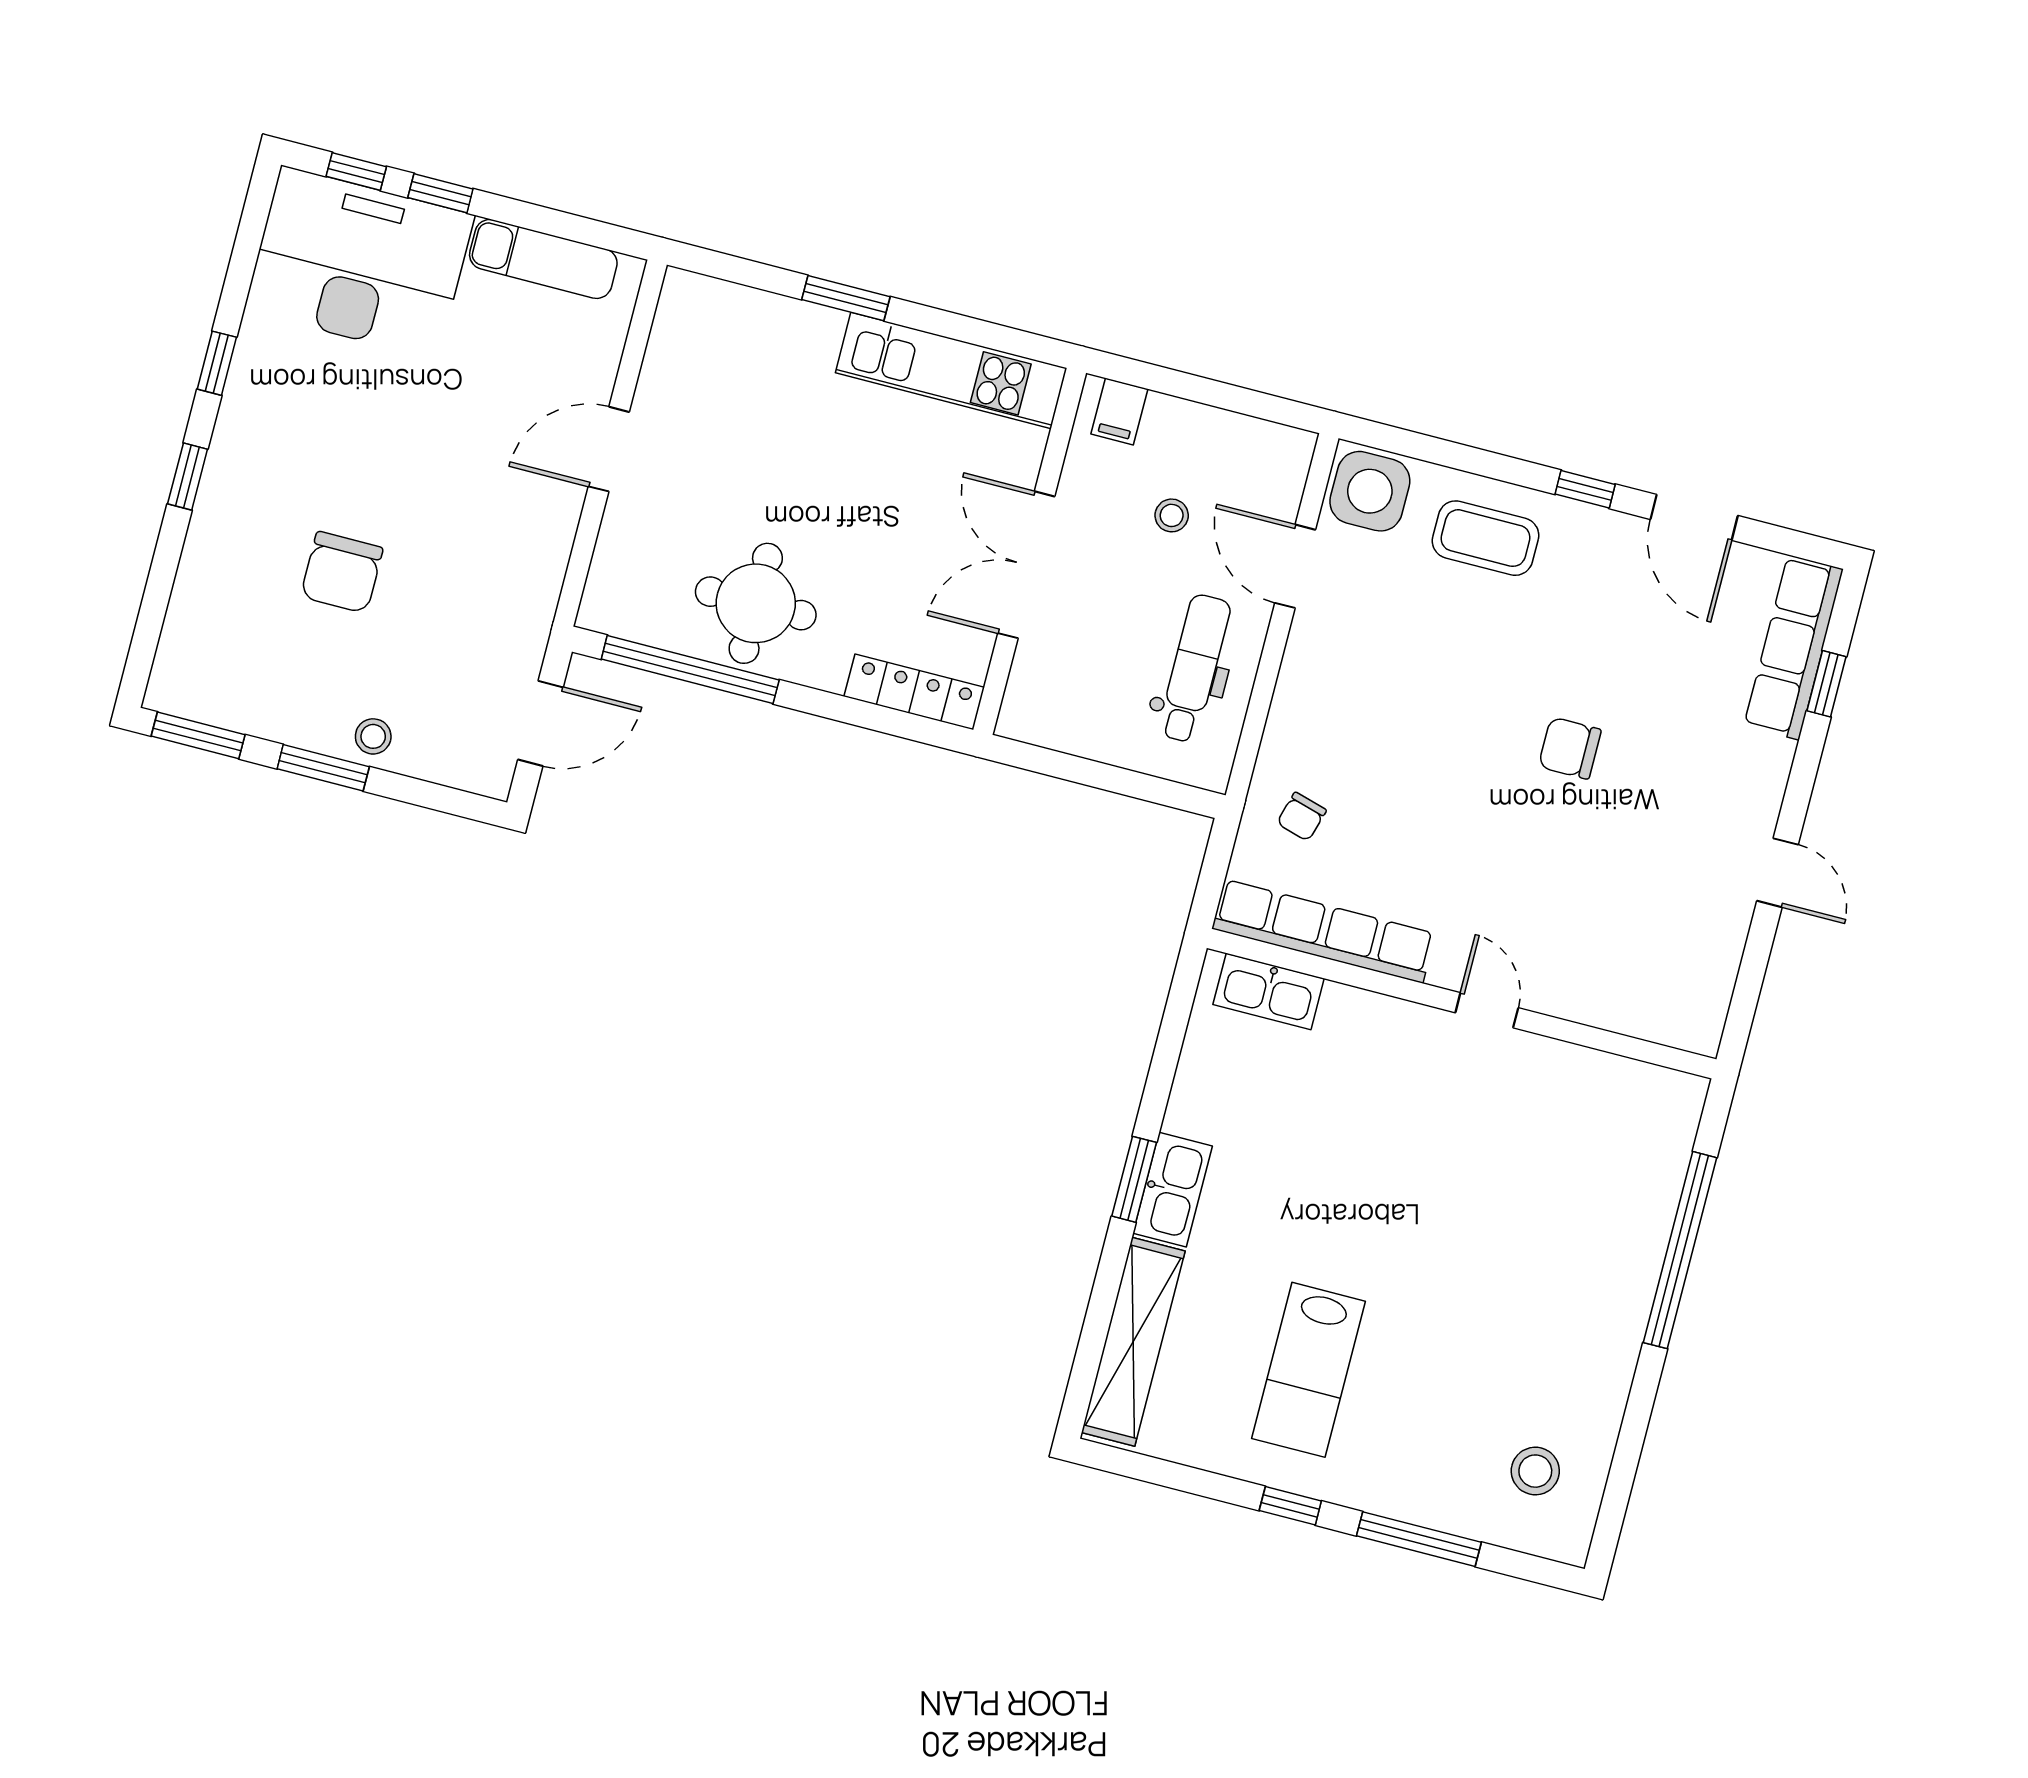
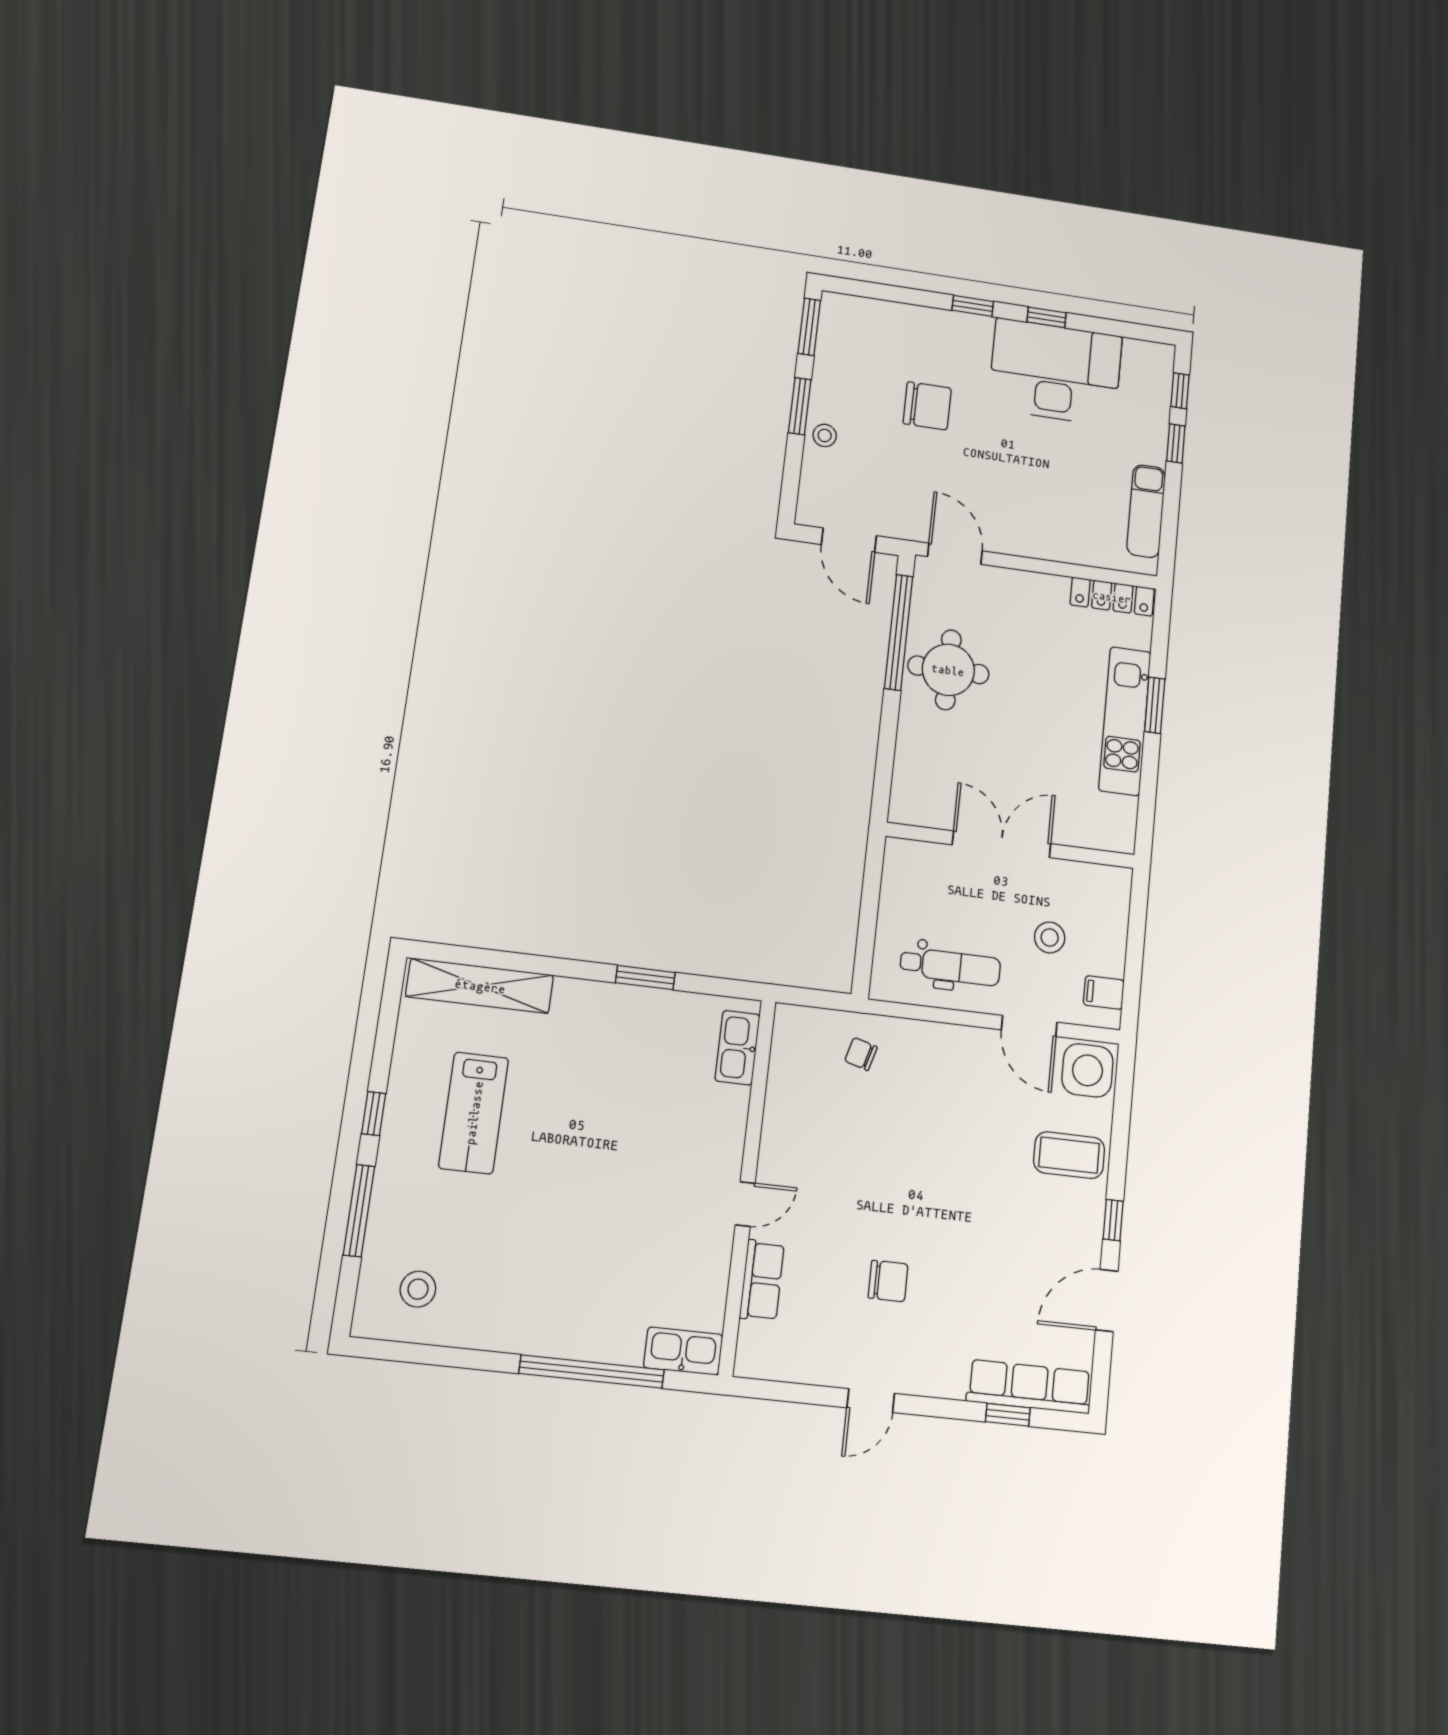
desk: (359, 263) -> (1055, 372), moved, turned -90
kitchen unit: (951, 370) -> (1125, 721), moved
filing cabinet: (1119, 412) -> (1104, 993), moved
door: (609, 449) -> (955, 554), moved
stool: (1172, 515) -> (1050, 937), width x1.37, depth x1.37
coffee table: (1485, 538) -> (1069, 1155), turned 90
door: (1295, 566) -> (1029, 1026), swing flipped
chair: (342, 572) -> (927, 406), turned 180
locker: (914, 692) -> (1112, 597), moved, turned 90
chair: (1570, 748) -> (888, 1281), moved, turned 90
row of seats: (1324, 931) -> (762, 1280), moved, width x0.50
window: (1134, 1179) -> (645, 978), moved
kitchen sink: (1173, 1190) -> (683, 1351), moved, turned 180
lab bench: (1308, 1370) -> (474, 1113), turned -90

